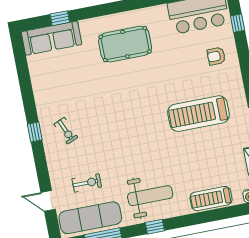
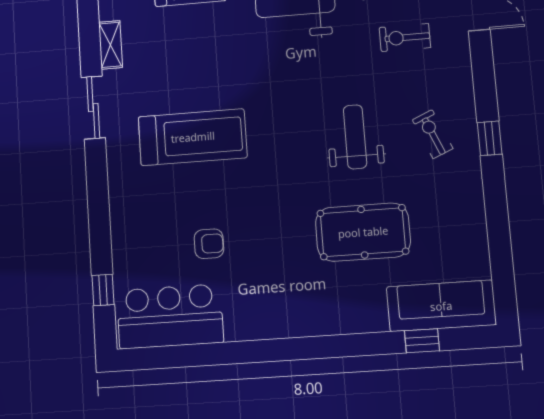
pool table: (125, 44) -> (363, 232), moved
armchair: (216, 56) -> (209, 244), moved
weight bench: (108, 124) -> (355, 137), added

